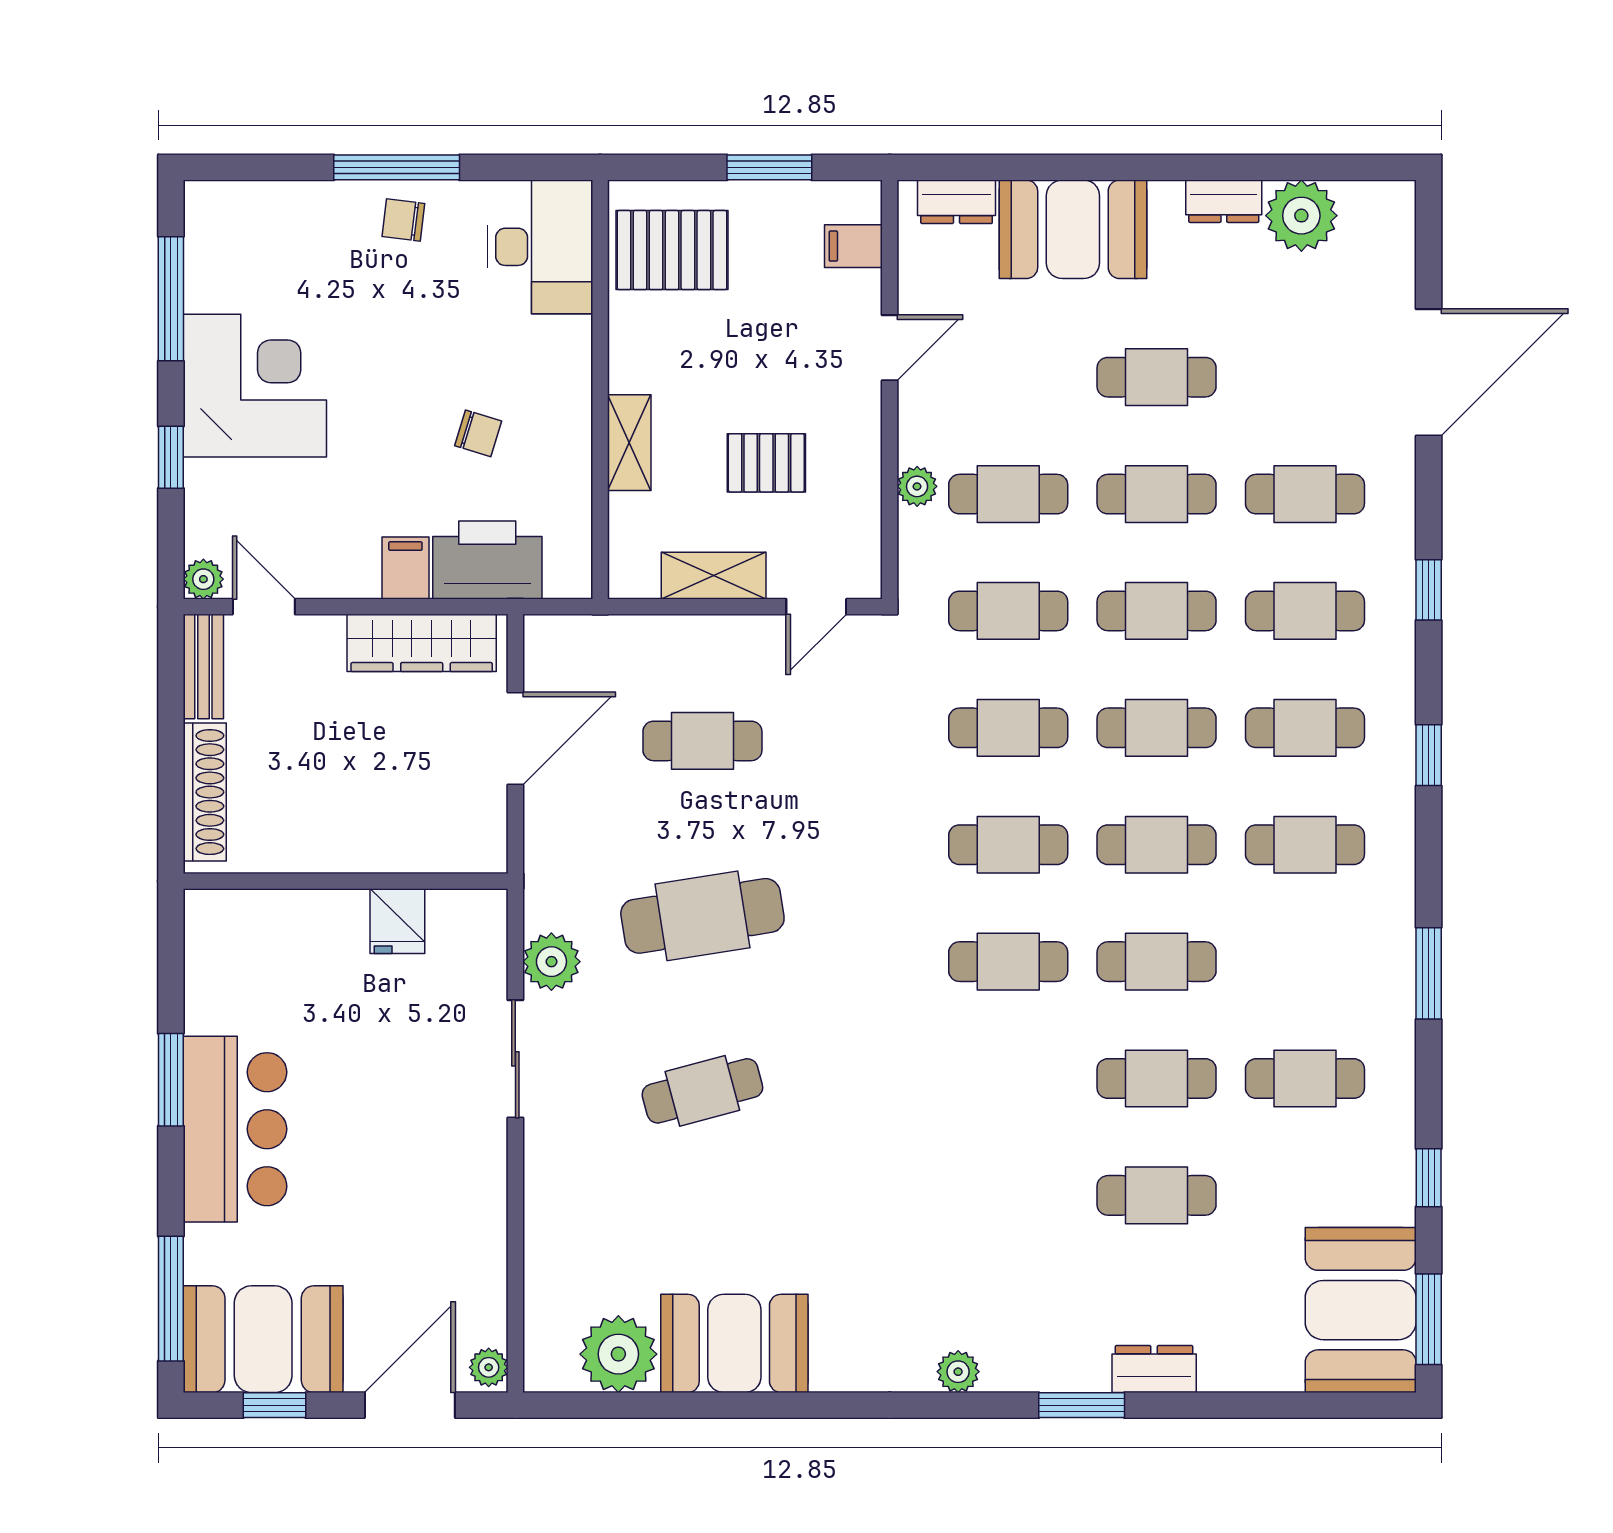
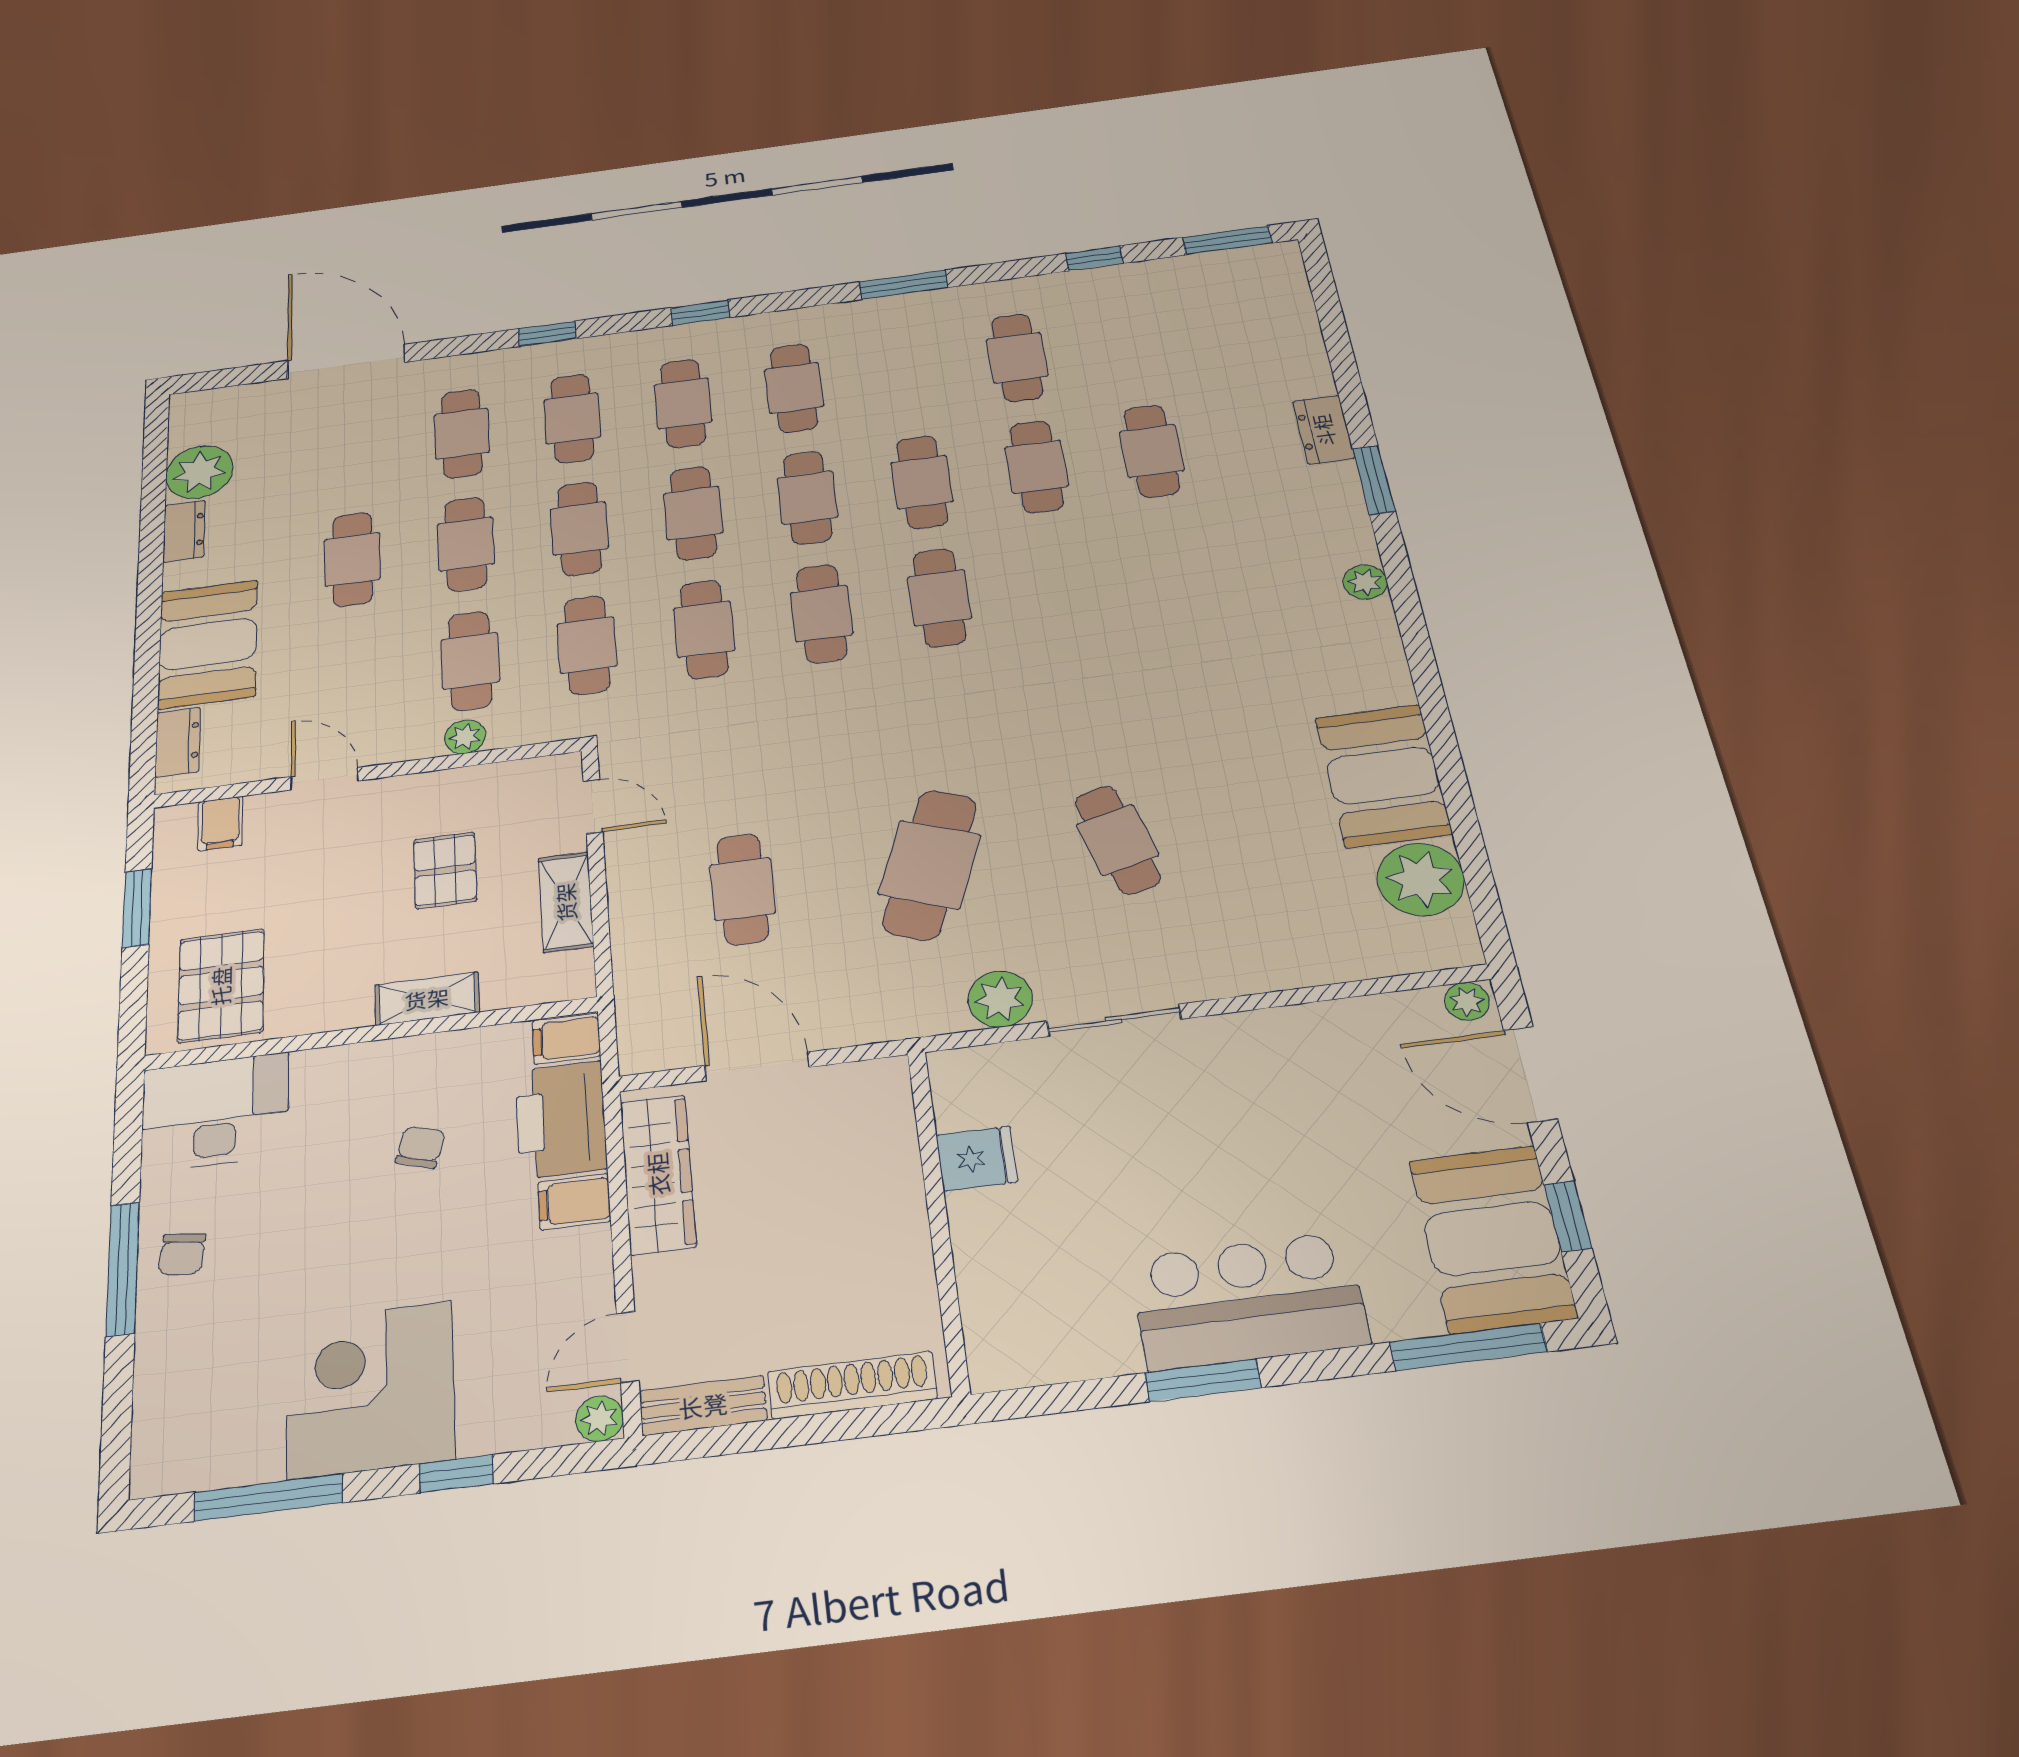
filing cabinet: (569, 569) -> (566, 1039), added
cafe table: (702, 916) -> (930, 864), turned 30
booth: (1361, 1310) -> (1230, 288), removed

